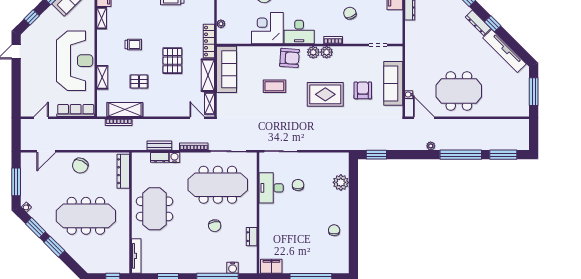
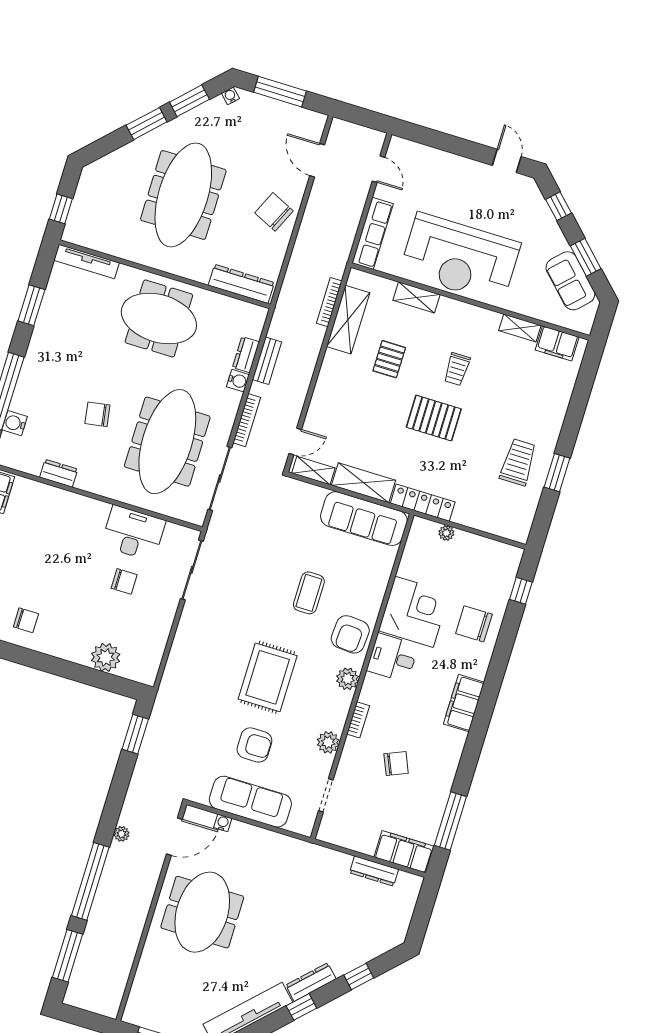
desk: (299, 32) -> (393, 658), width x0.73
plant: (327, 52) -> (328, 742), moved
pallet: (172, 61) -> (434, 418), moved

